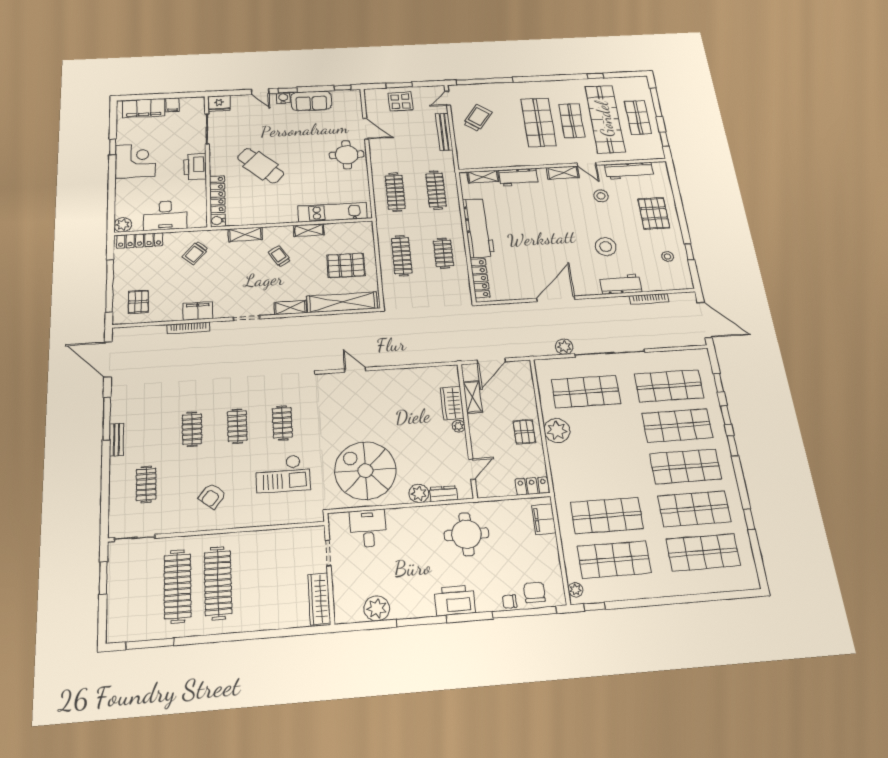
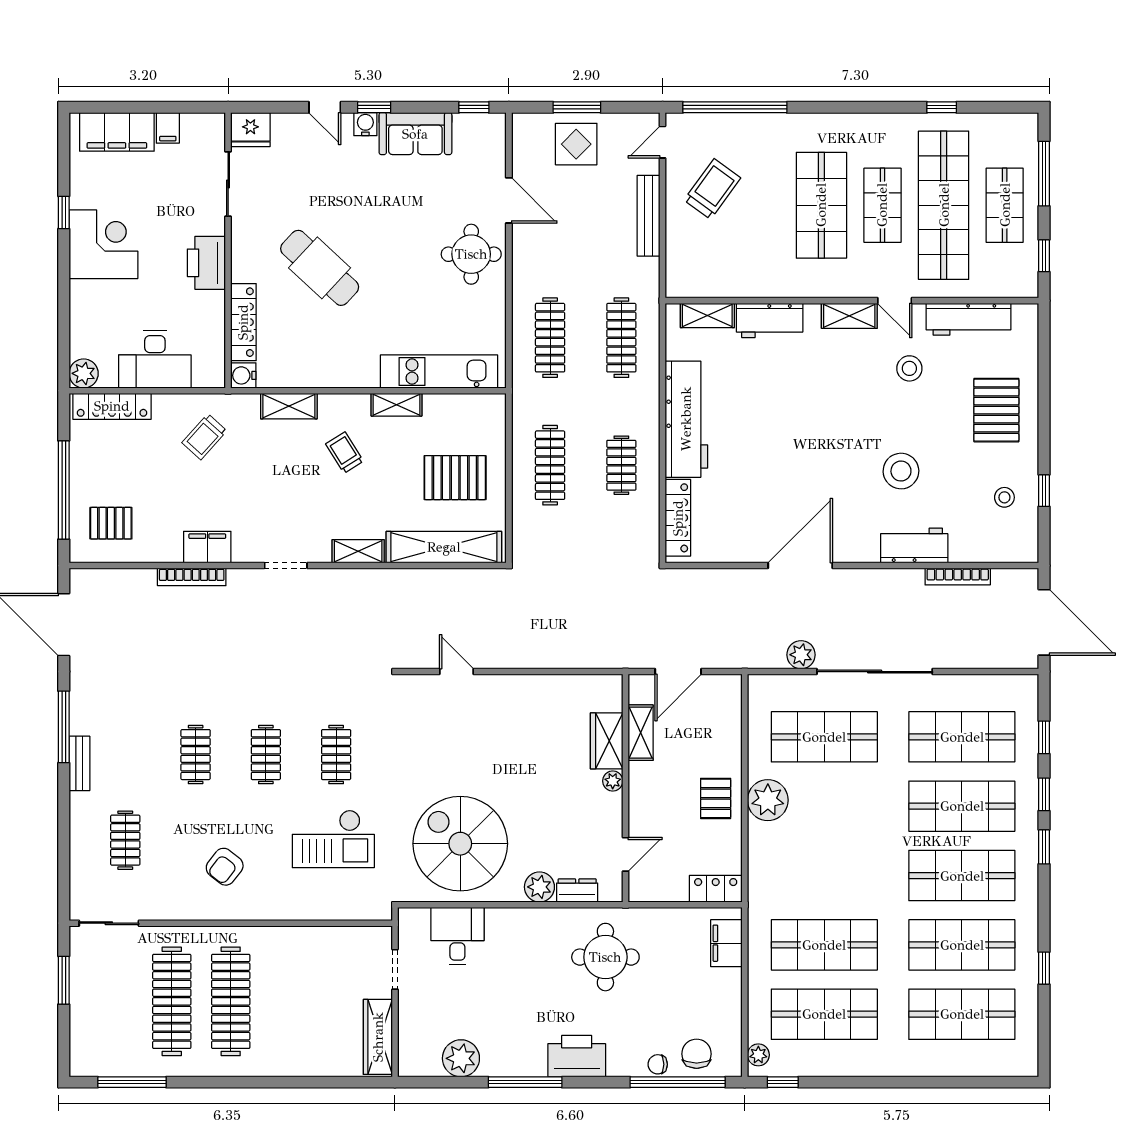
pallet: (138, 302) -> (111, 523), turned 90

